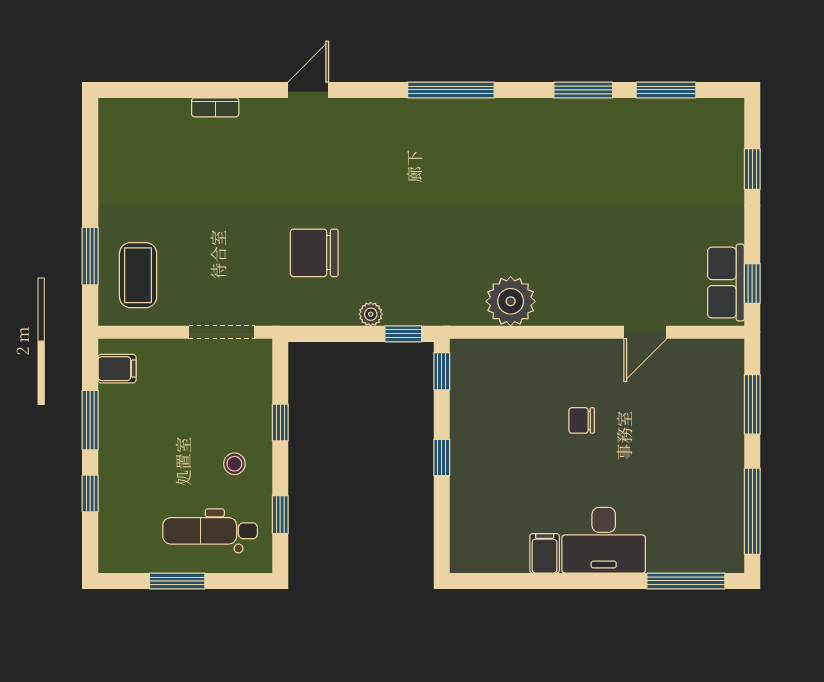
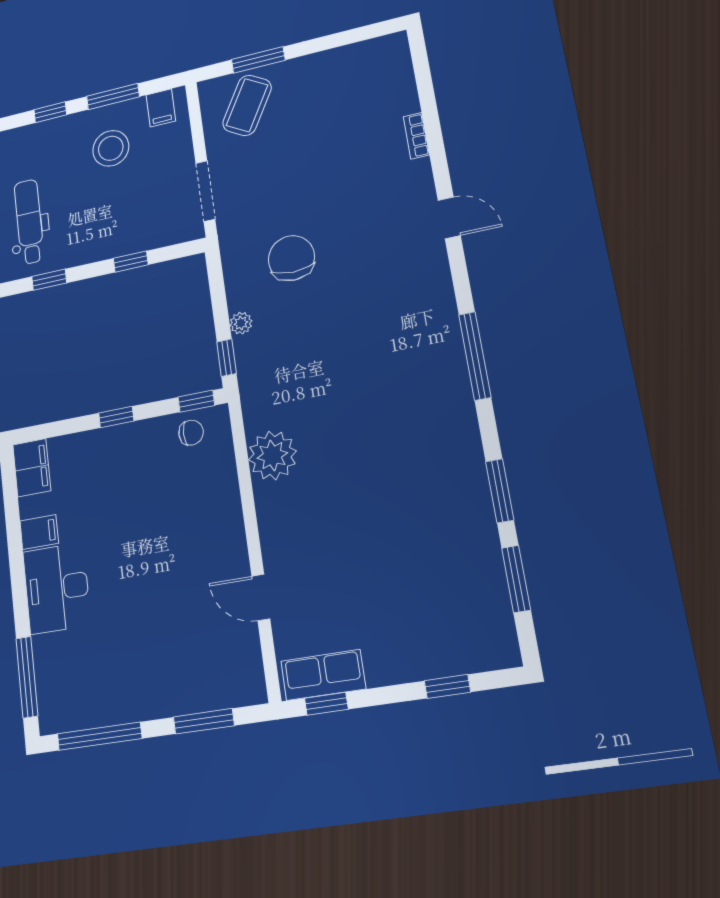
coffee table: (138, 275) -> (247, 105), turned -60
chair: (582, 420) -> (191, 433), moved, turned 90
stool: (234, 464) -> (111, 148), moved, width x1.89, depth x1.89
filing cabinet: (477, 555) -> (32, 468), added

